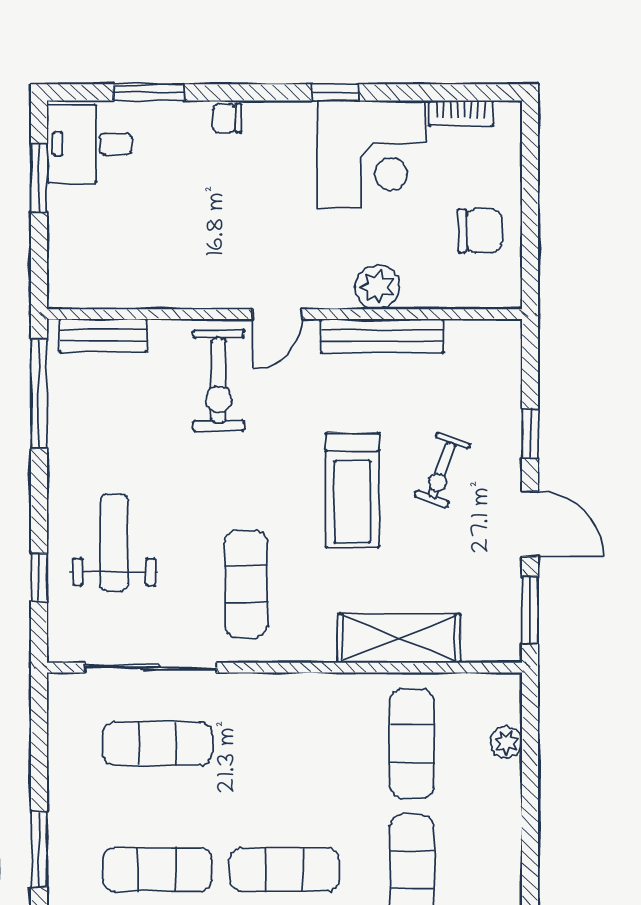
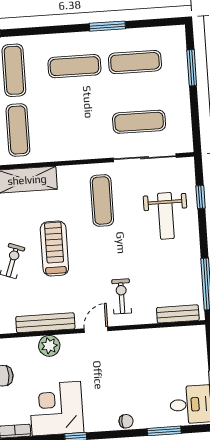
exercise bike: (219, 380) -> (122, 296), width x0.73, depth x0.72

